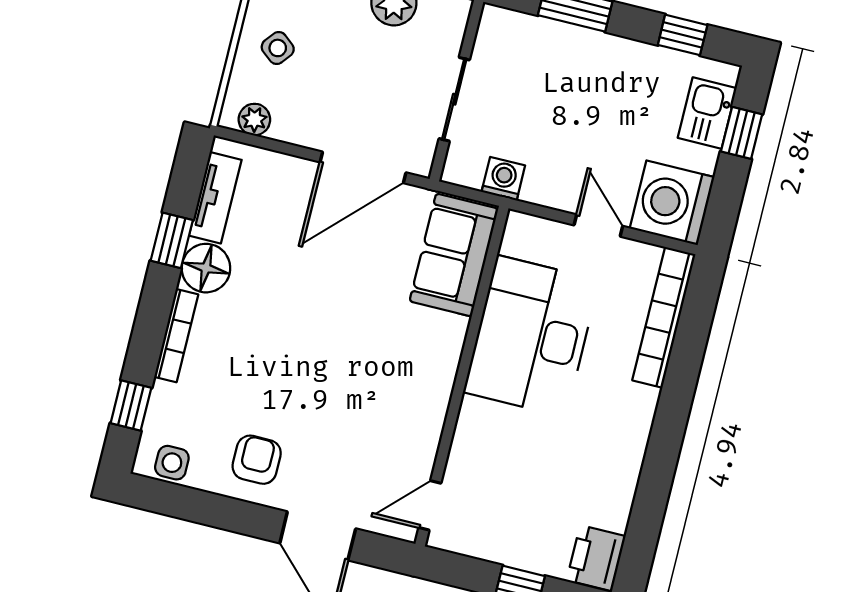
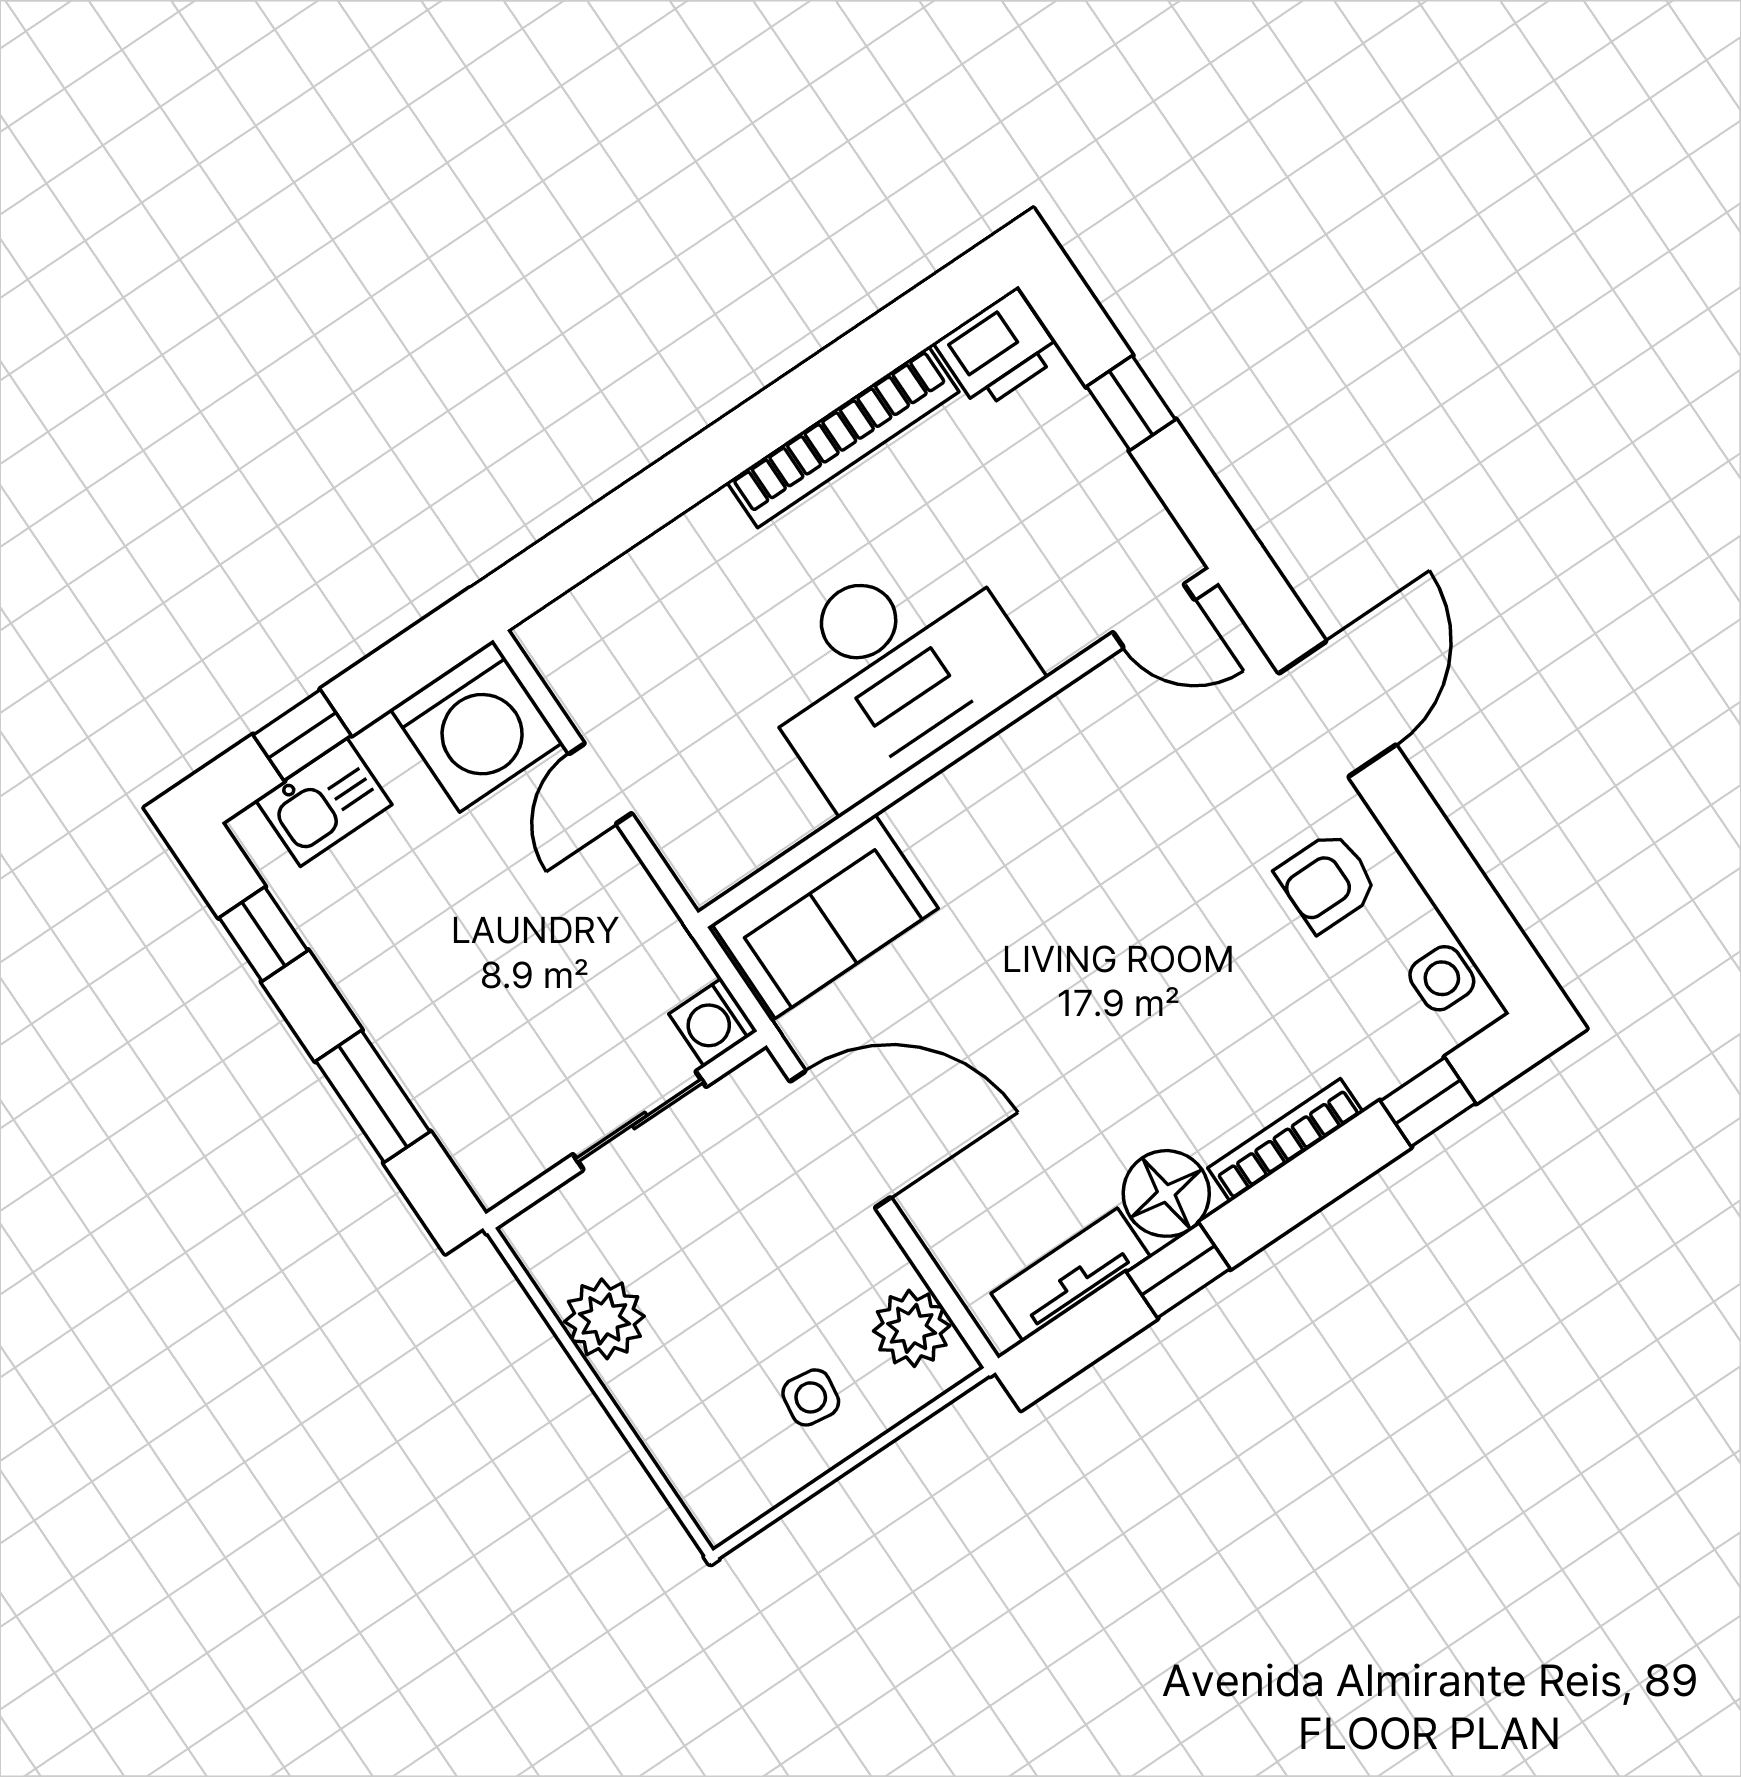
side table: (278, 48) -> (811, 1397), turned -31
plant: (254, 119) -> (912, 1328), width x1.38, depth x1.38
washing machine: (503, 179) -> (713, 1022), moved
bookcase: (664, 317) -> (843, 437), moved
desk: (531, 336) -> (891, 670), moved

